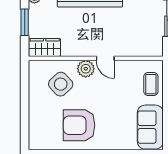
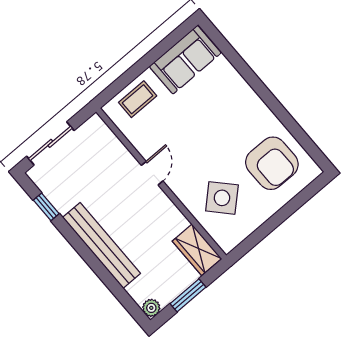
plant: (86, 69) -> (182, 185), removed
armchair: (79, 125) -> (272, 163), moved

